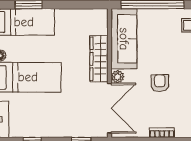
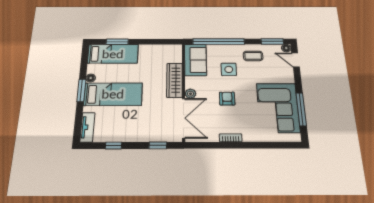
sofa: (124, 39) -> (195, 60), width x0.73
side table: (163, 44) -> (229, 69), added

